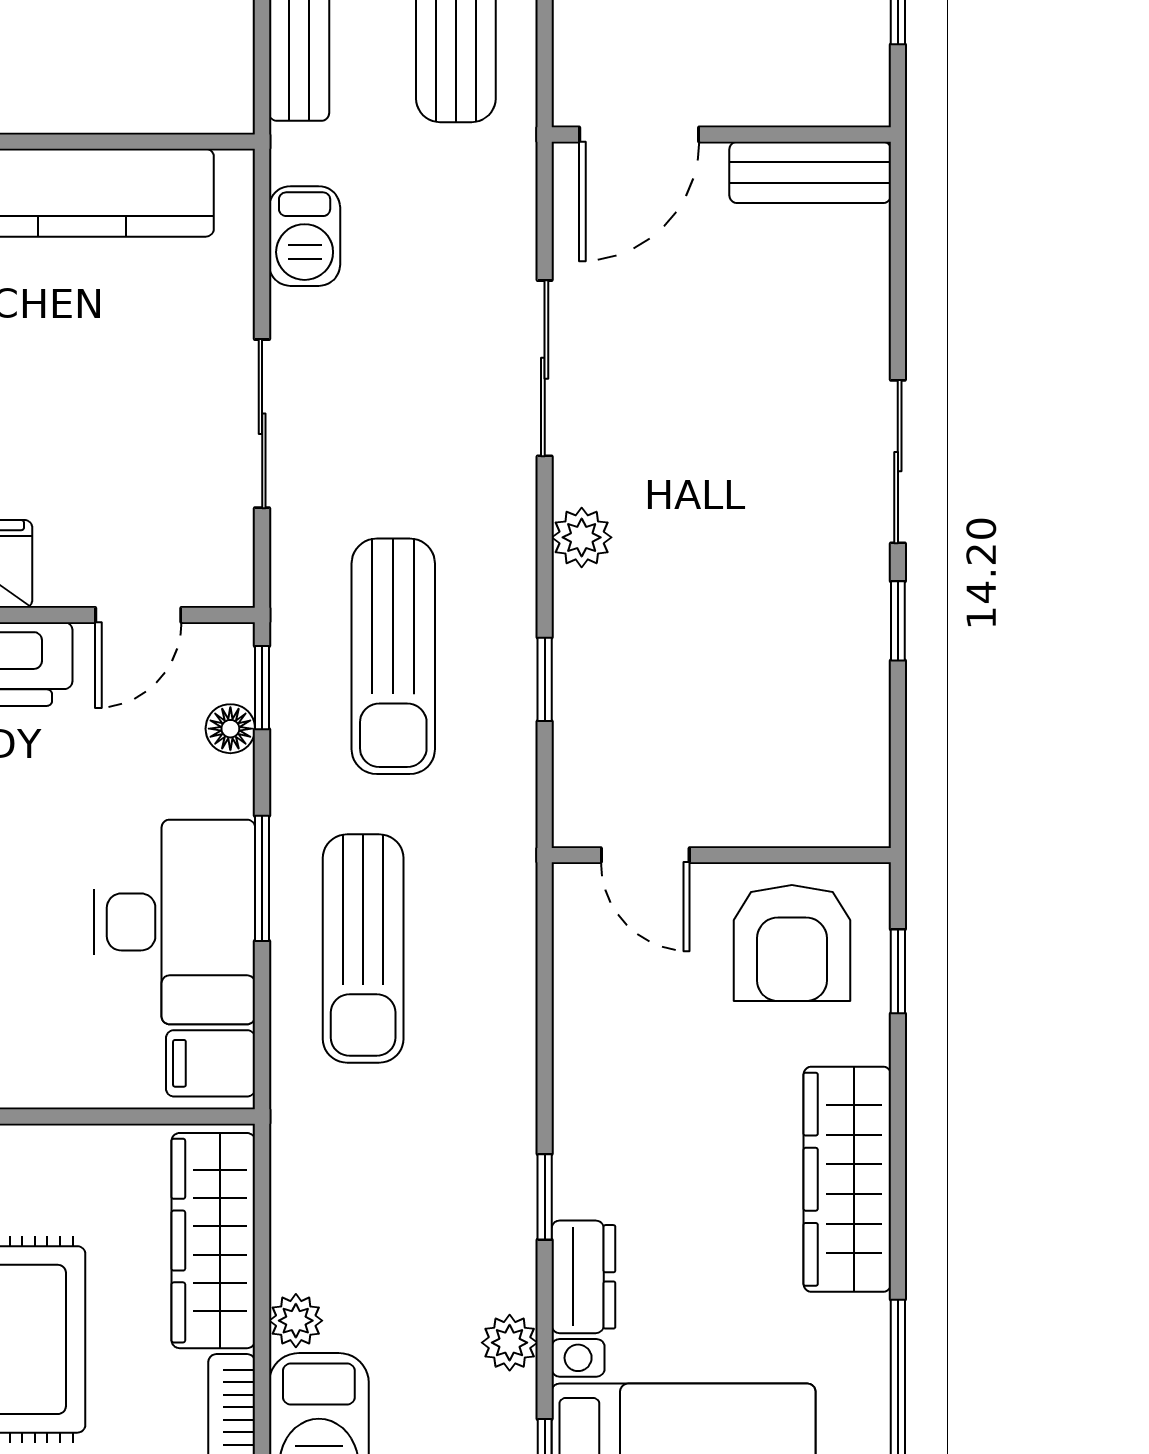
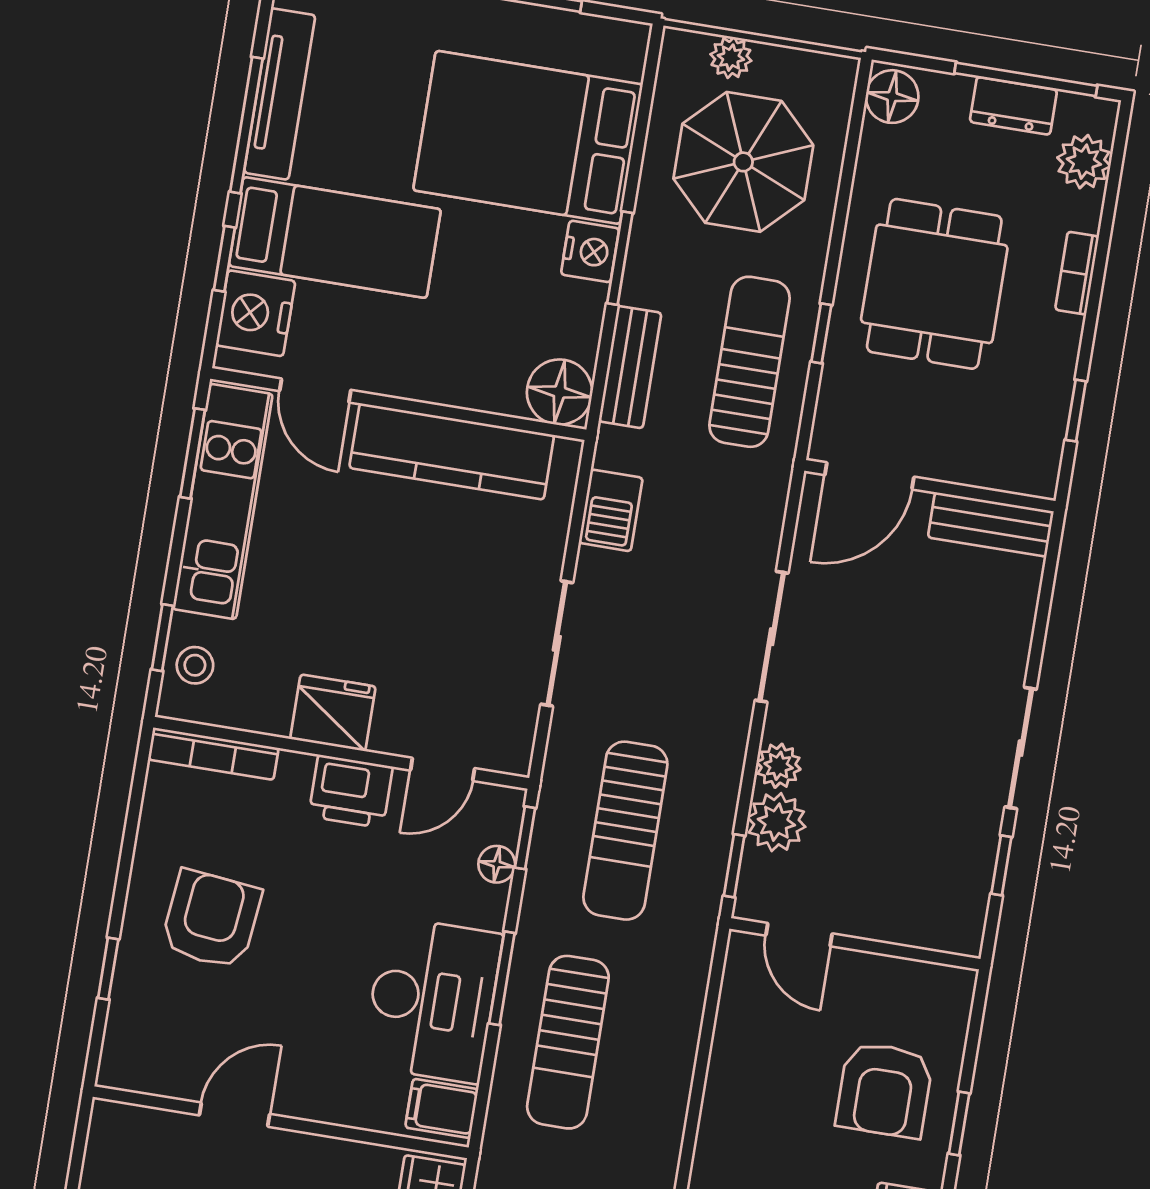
floor lamp: (211, 91) -> (560, 392), added
plant: (591, 612) -> (776, 822), added
door: (645, 855) -> (799, 935), moved
wall: (721, 855) -> (855, 944), moved

